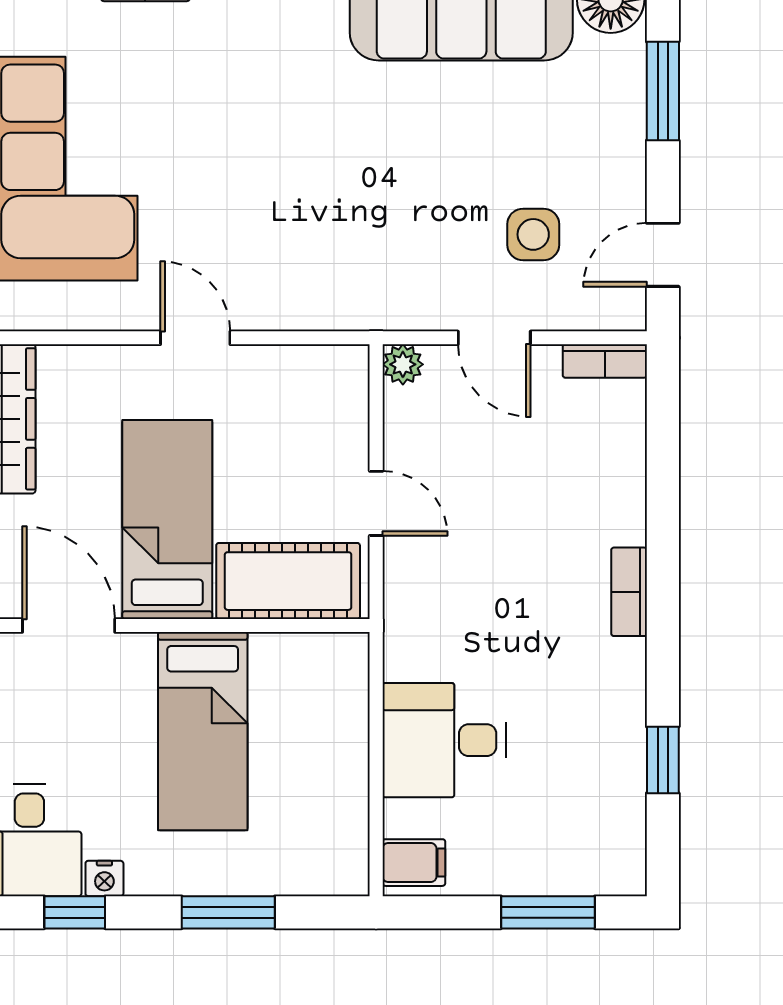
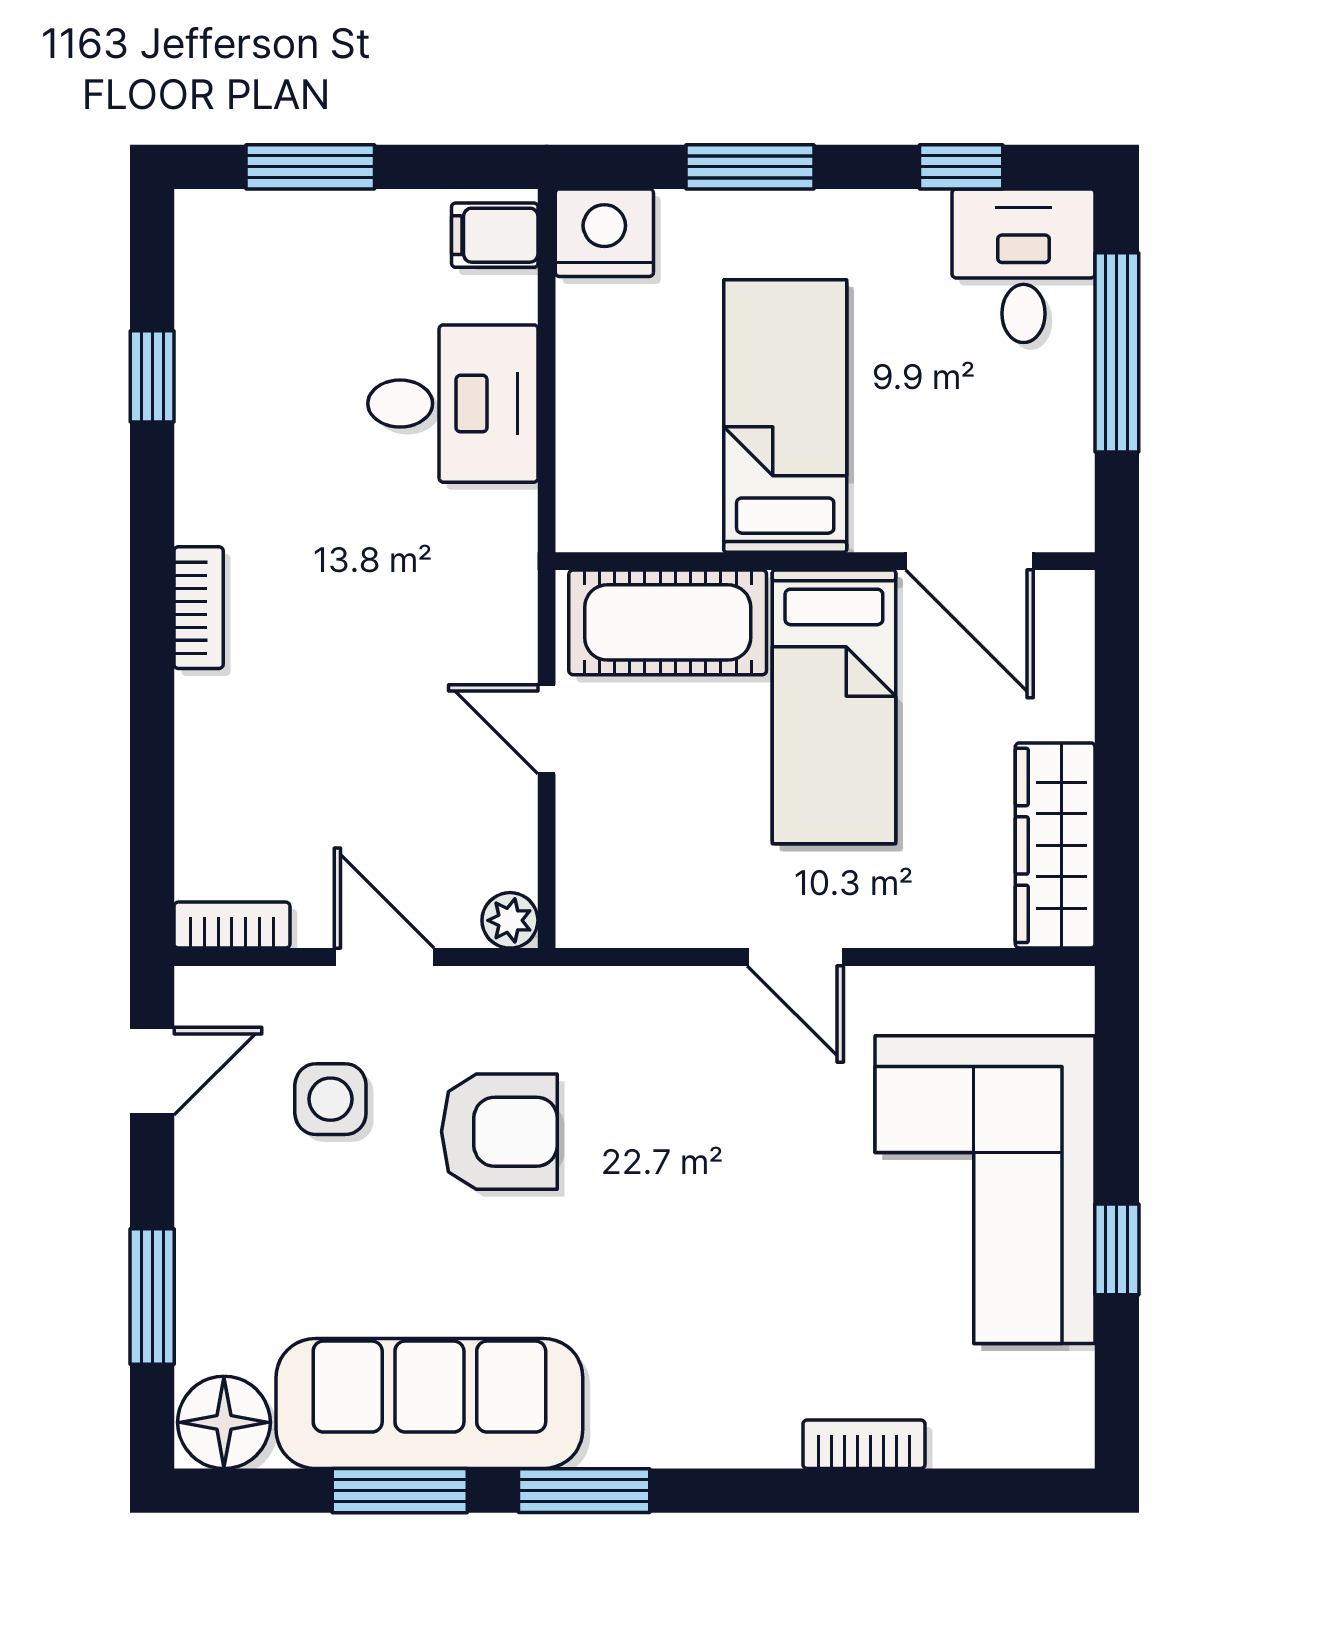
armchair: (410, 211) -> (499, 1132), added
nightstand: (104, 878) -> (604, 233), moved, width x1.89, depth x1.79

